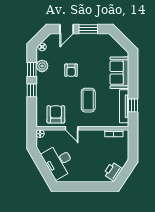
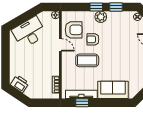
plant: (42, 66) -> (101, 17), moved
armchair: (71, 70) -> (93, 39), moved
door: (72, 128) -> (60, 45), swing flipped

